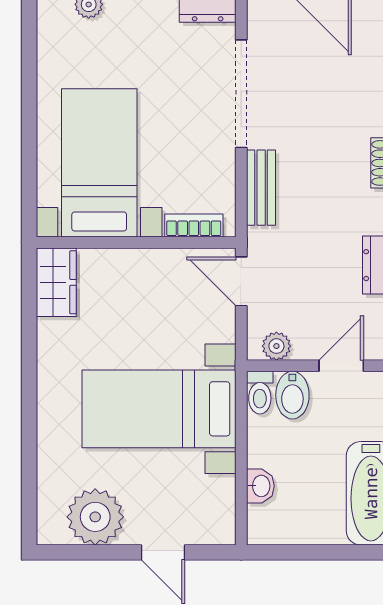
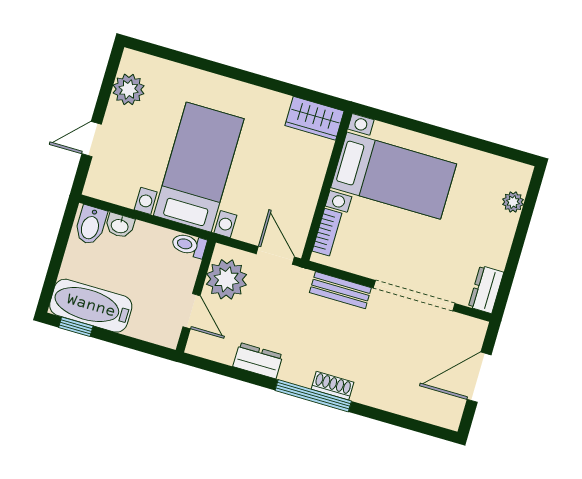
door: (241, 281) -> (275, 255), hinge flipped
plant: (276, 346) -> (227, 279), width x1.88, depth x1.88
bidet: (292, 395) -> (91, 225), moved, turned -90
plant: (95, 517) -> (129, 89), width x0.73, depth x0.73

